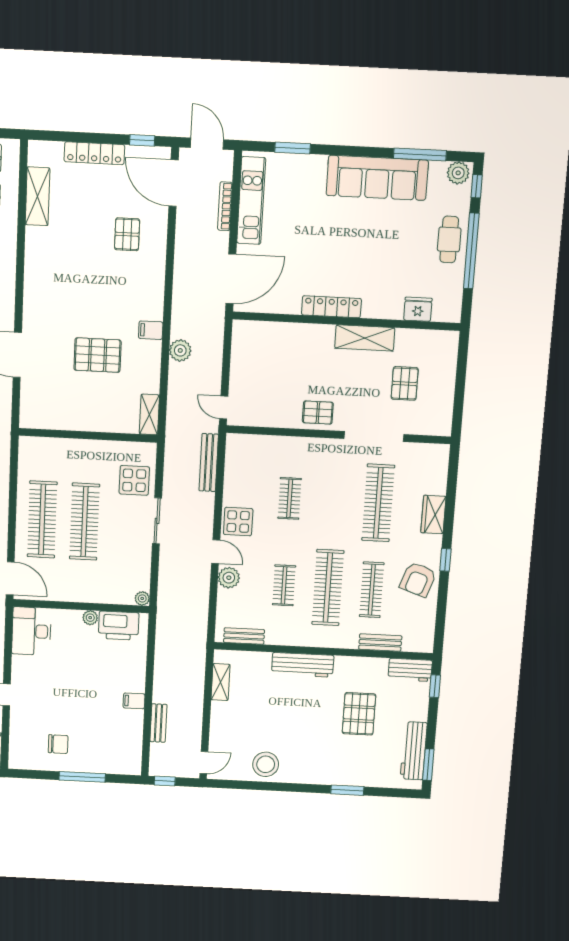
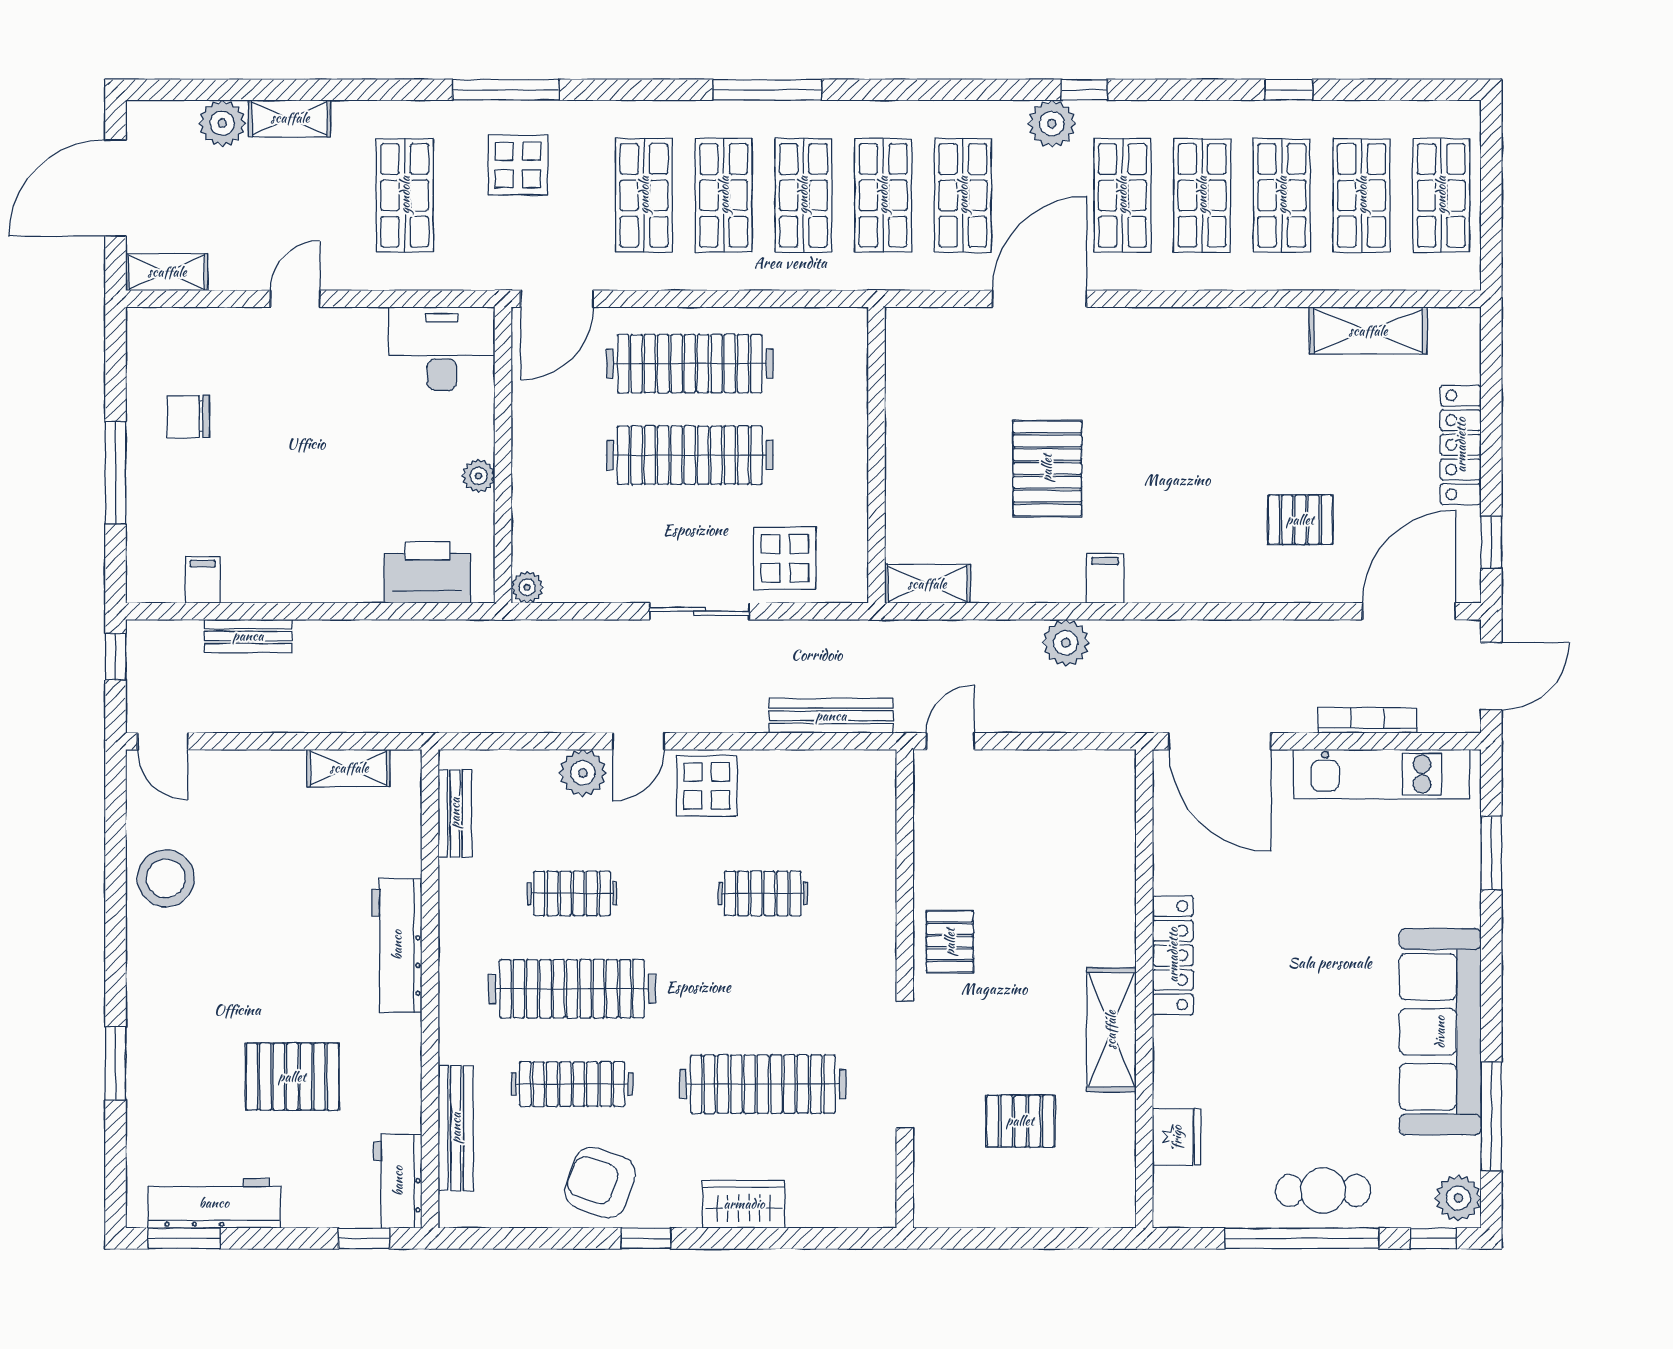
printer: (119, 626) -> (427, 572), moved, turned 90
bench: (380, 643) -> (456, 1128), width x1.36
filing cabinet: (134, 701) -> (203, 580), moved
chair: (58, 744) -> (188, 416), turned 90

